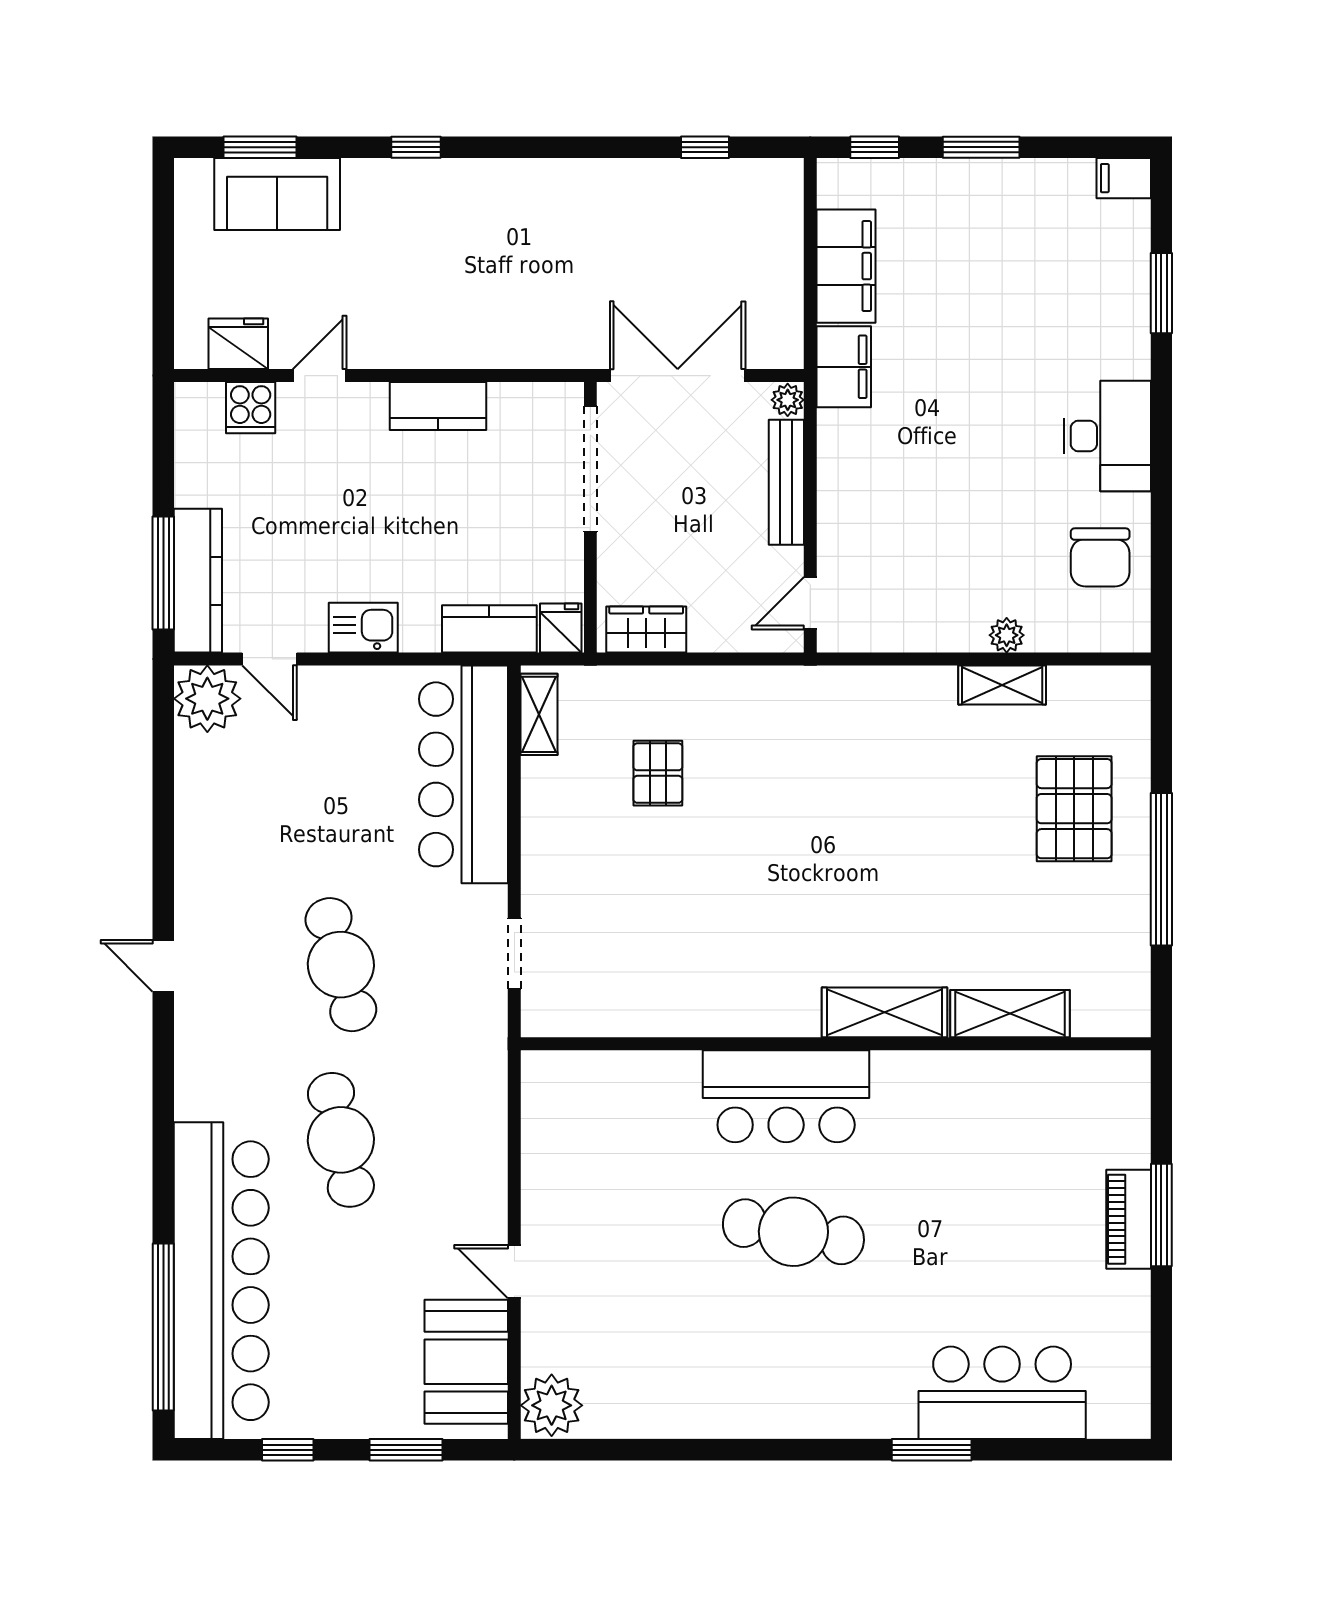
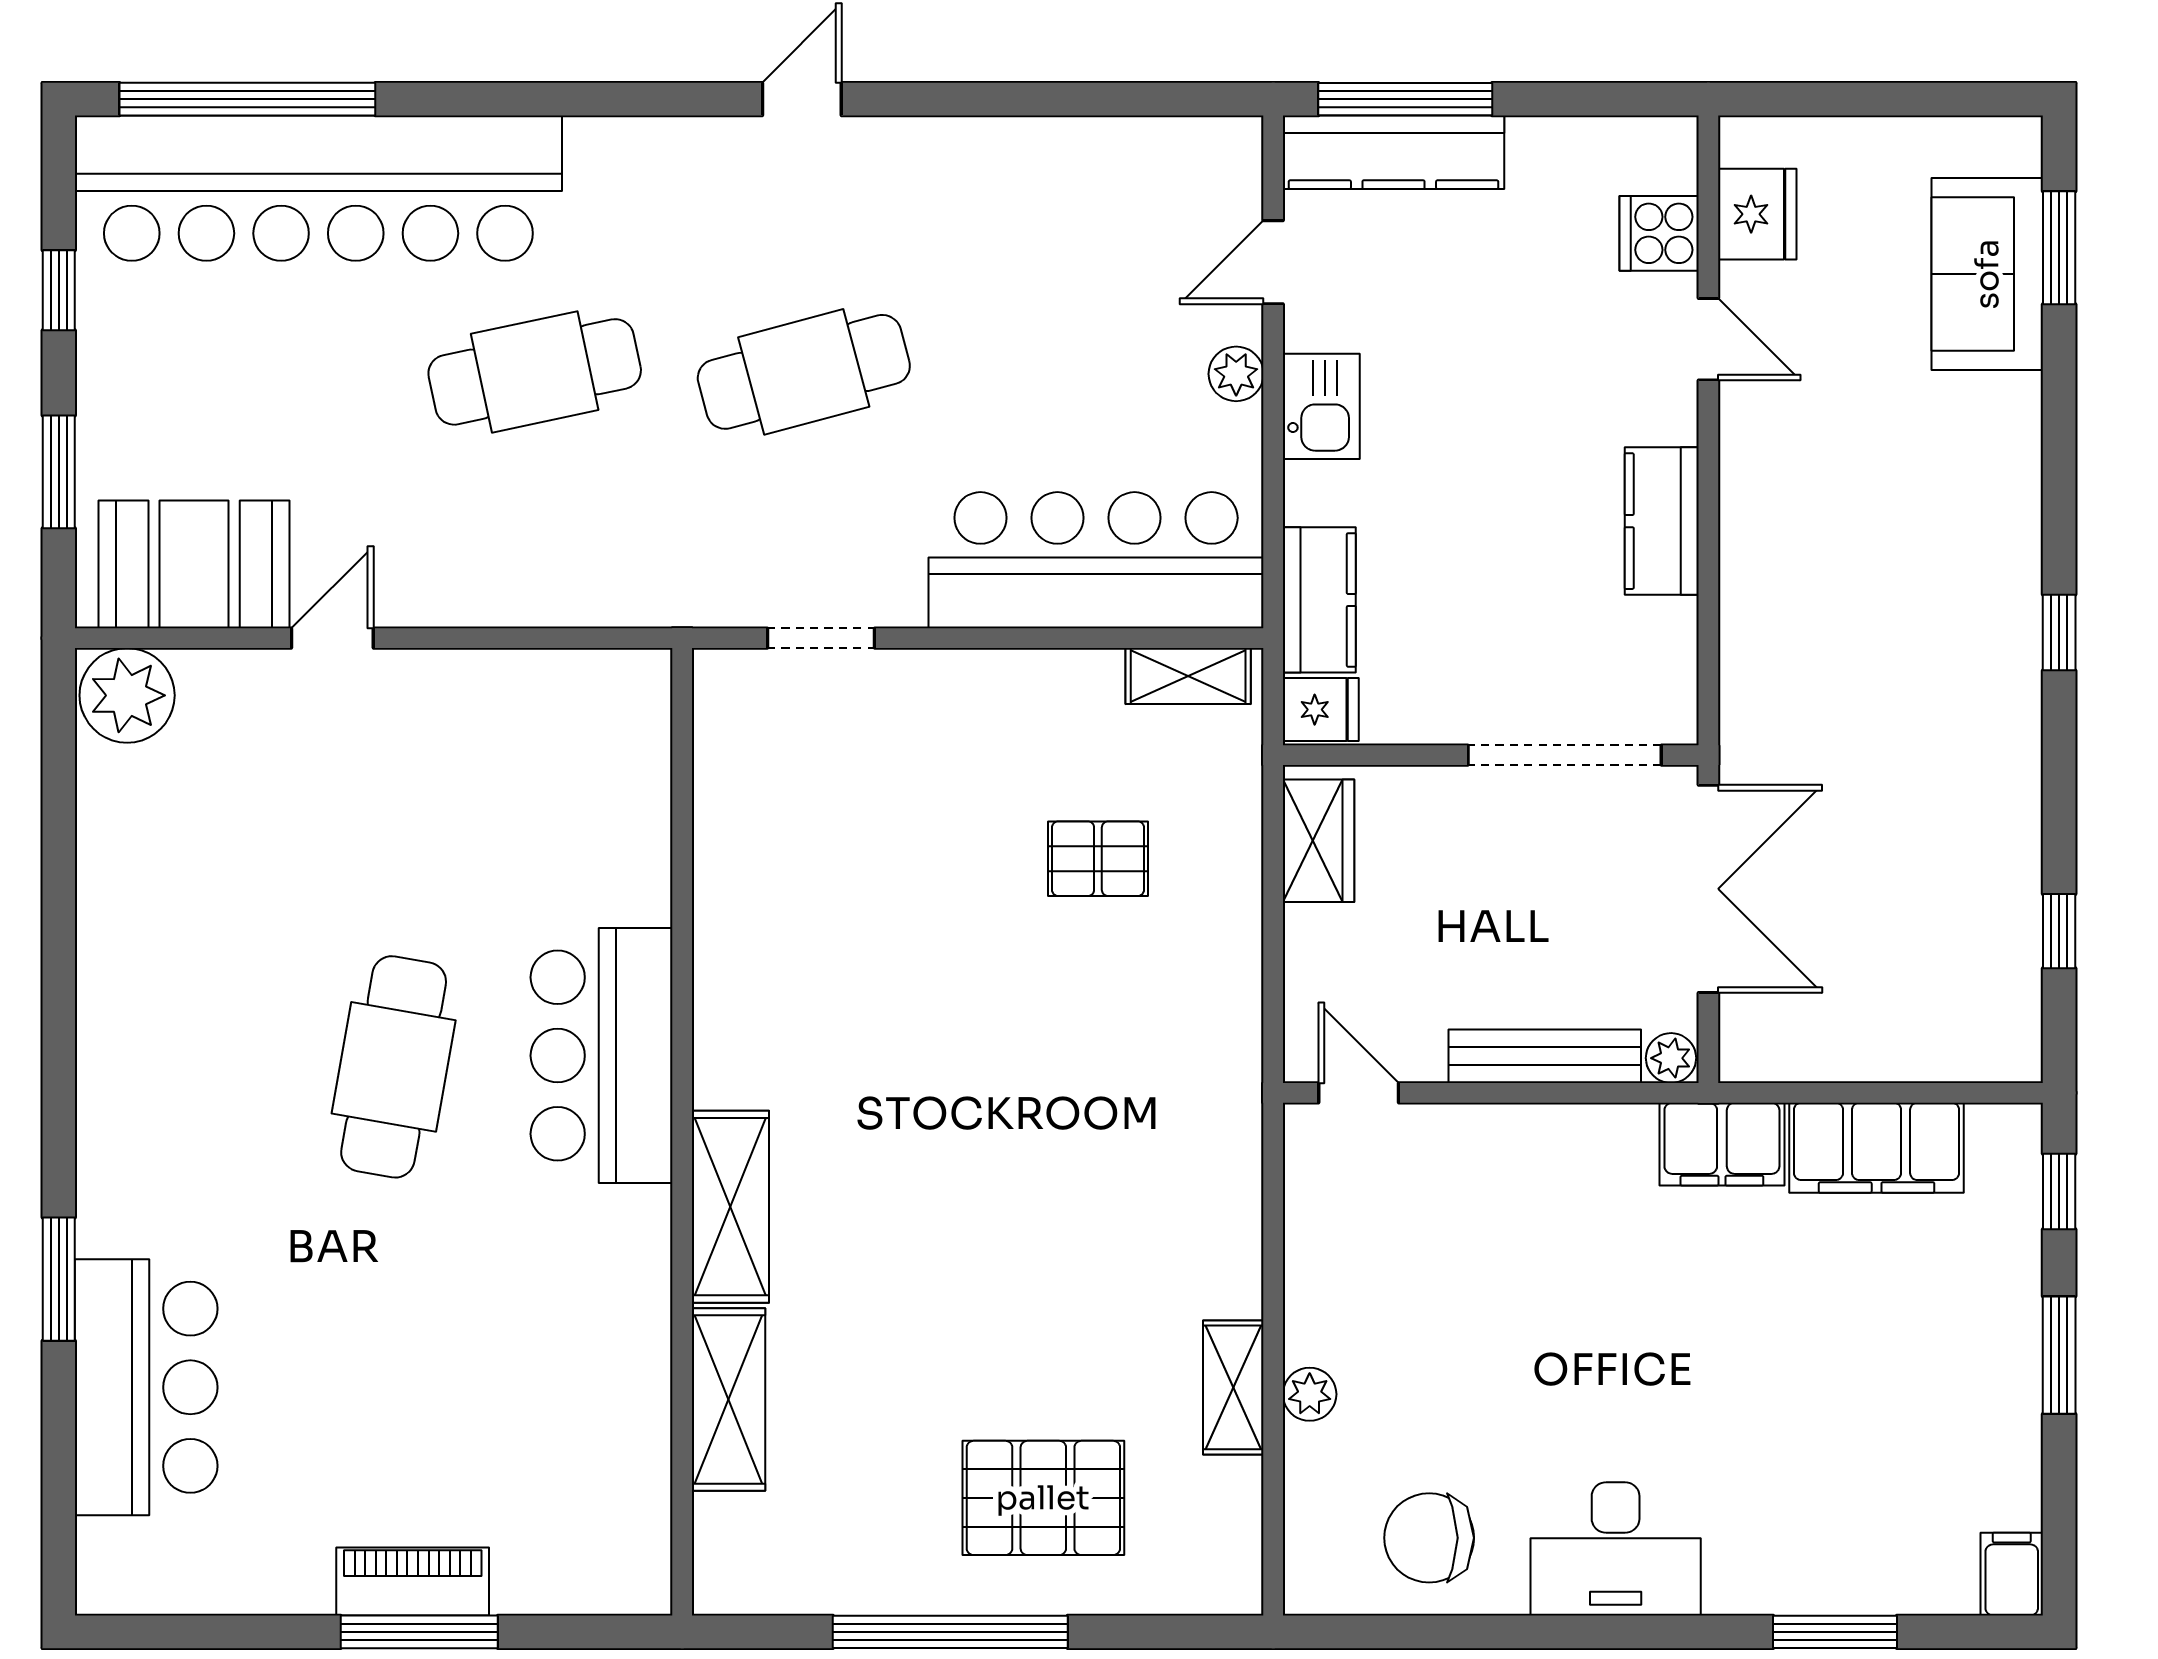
window: (416, 147) -> (2059, 633), moved
plant: (207, 699) -> (1236, 374), moved, width x0.53, depth x0.53

